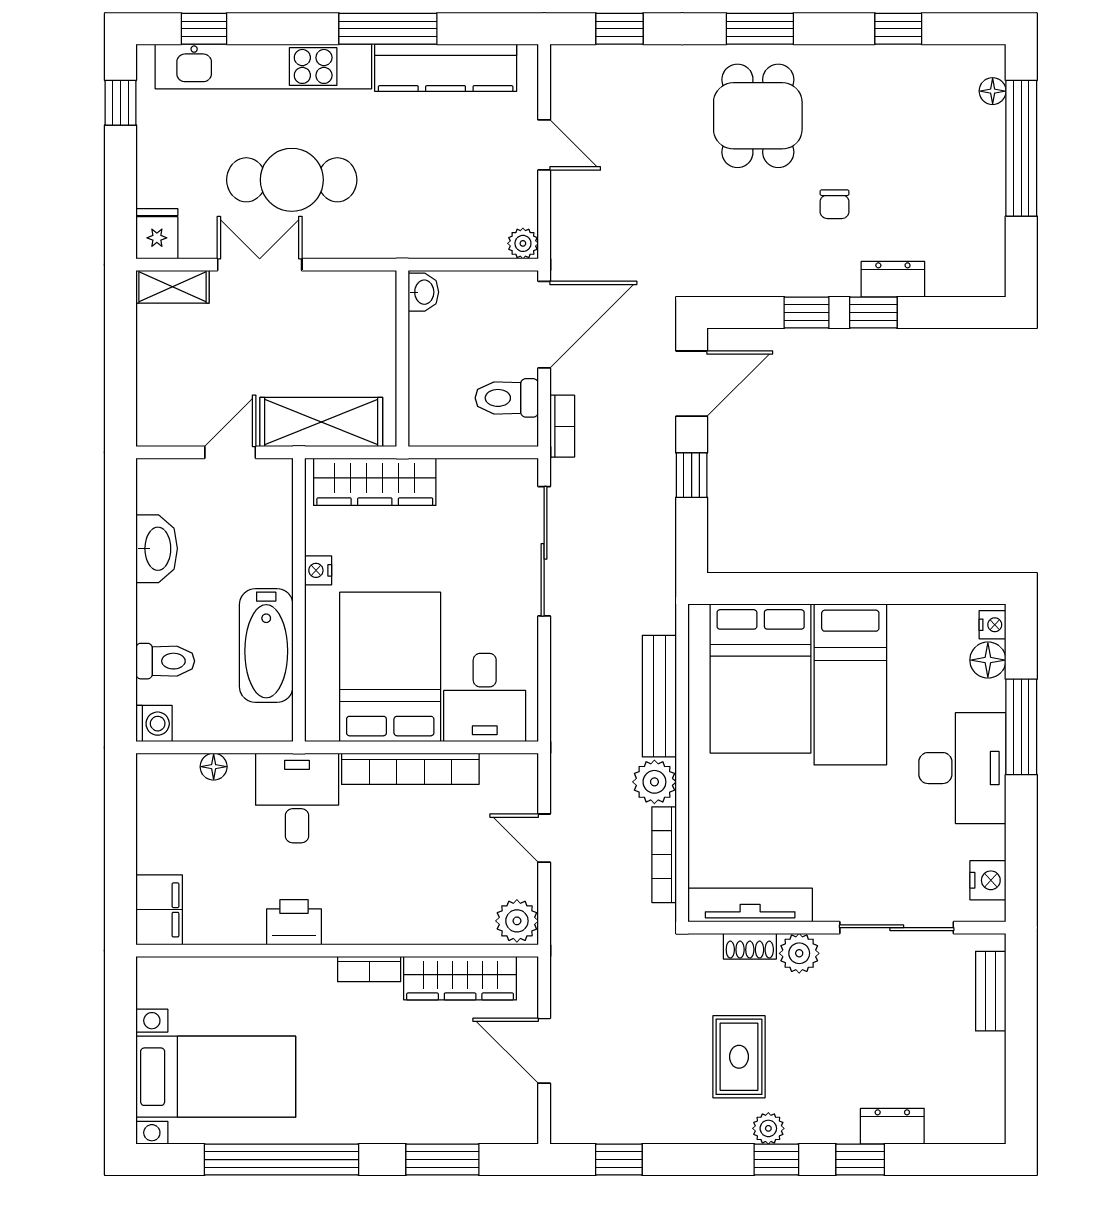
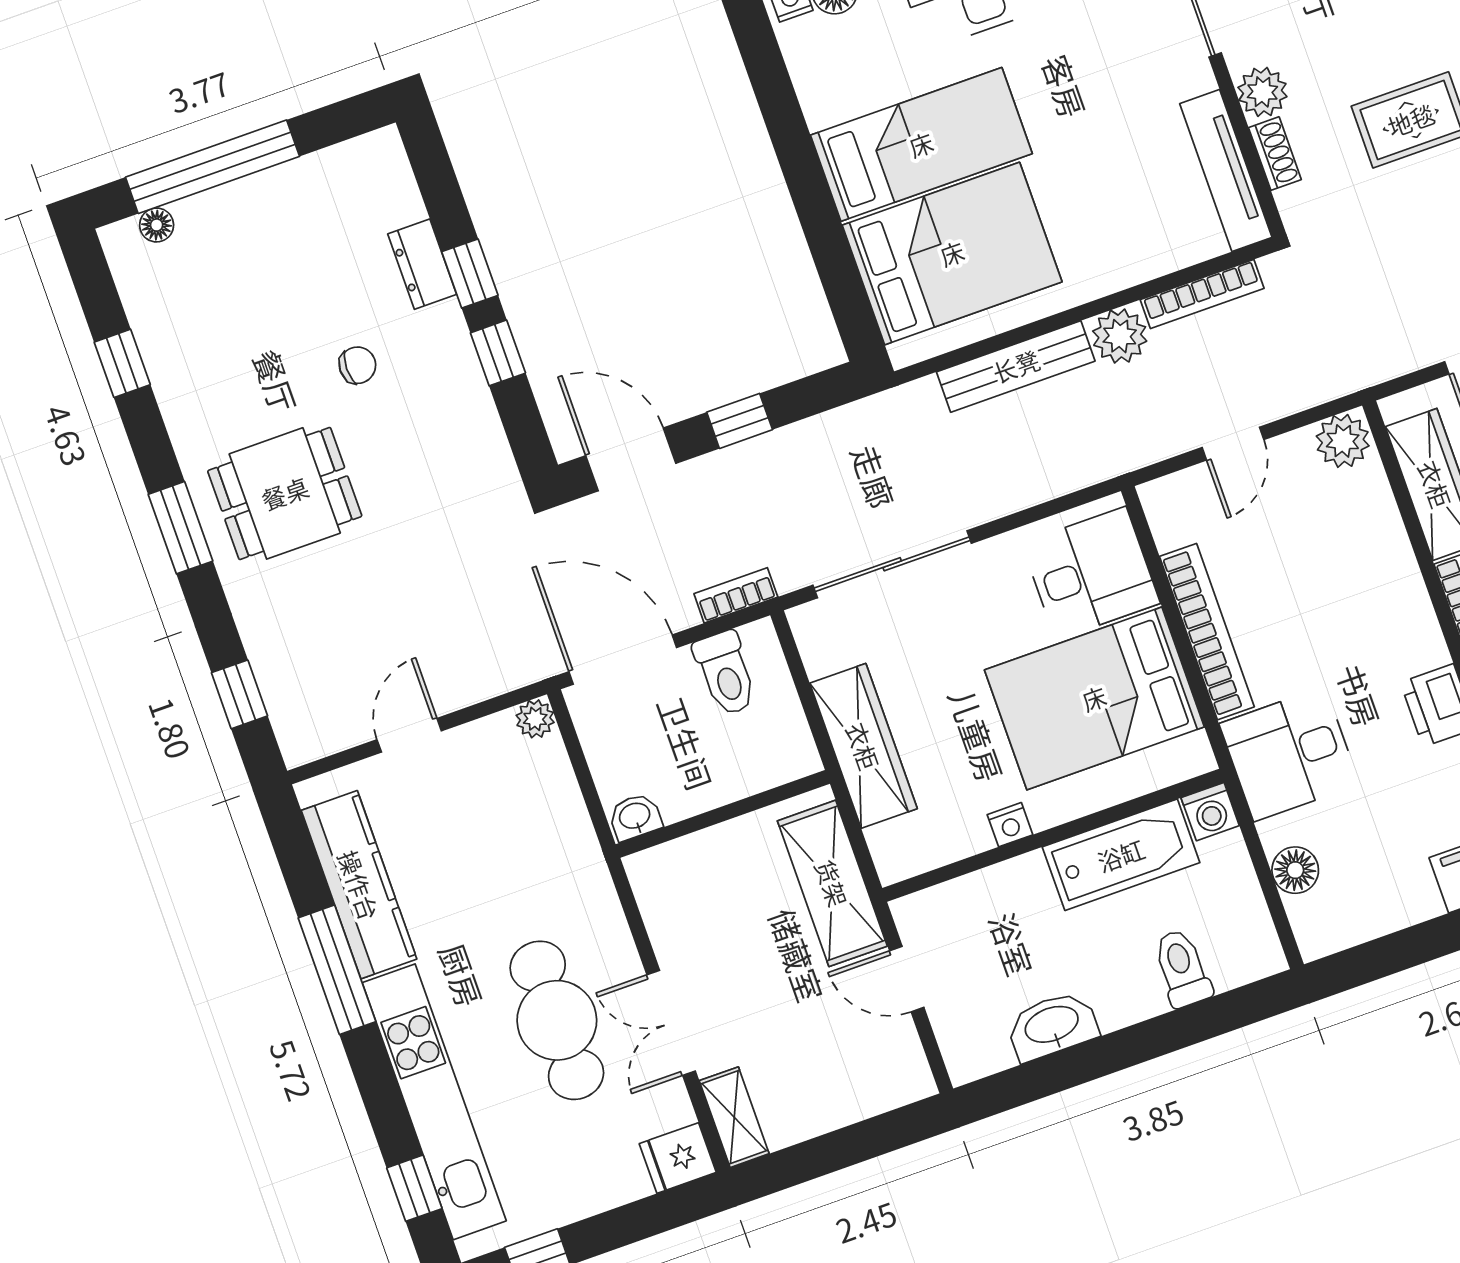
wardrobe: (375, 482) -> (863, 746), moved
washing machine: (154, 724) -> (1210, 812), moved, turned 180
floor lamp: (214, 767) -> (1295, 870), width x1.37, depth x1.37

